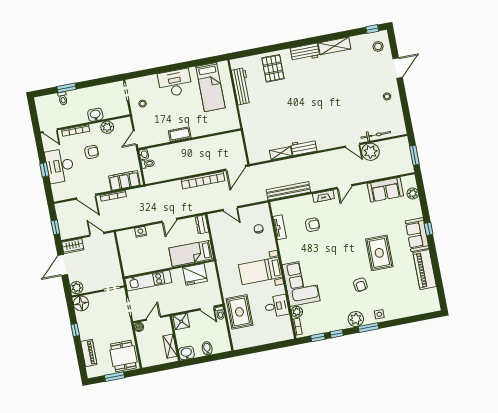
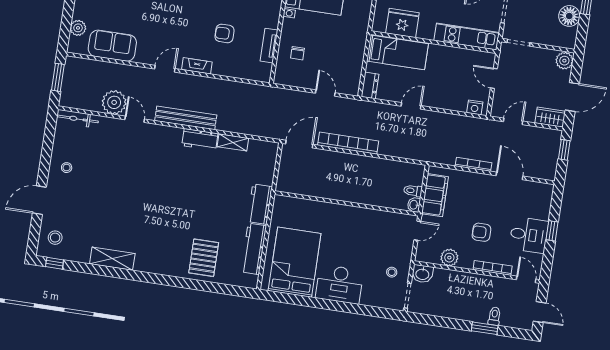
workbench: (305, 53) -> (260, 204), moved, turned -90
bed: (211, 87) -> (295, 262), width x1.50
door: (33, 112) -> (540, 312), added
washbasin: (95, 115) -> (422, 274), moved
cot: (180, 134) -> (357, 215), removed
bicycle: (376, 135) -> (77, 119), moved
desk: (60, 166) -> (529, 235), width x0.73
filing cabinet: (124, 180) -> (435, 195), moved, turned -90
bench: (288, 191) -> (186, 118), moved
nightstand: (141, 232) -> (475, 107), moved
door: (97, 234) -> (513, 121), swing flipped
door: (120, 259) -> (494, 78), added
floor lamp: (81, 303) -> (569, 16), moved

